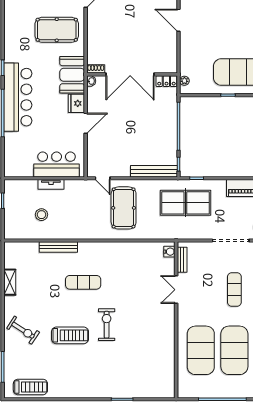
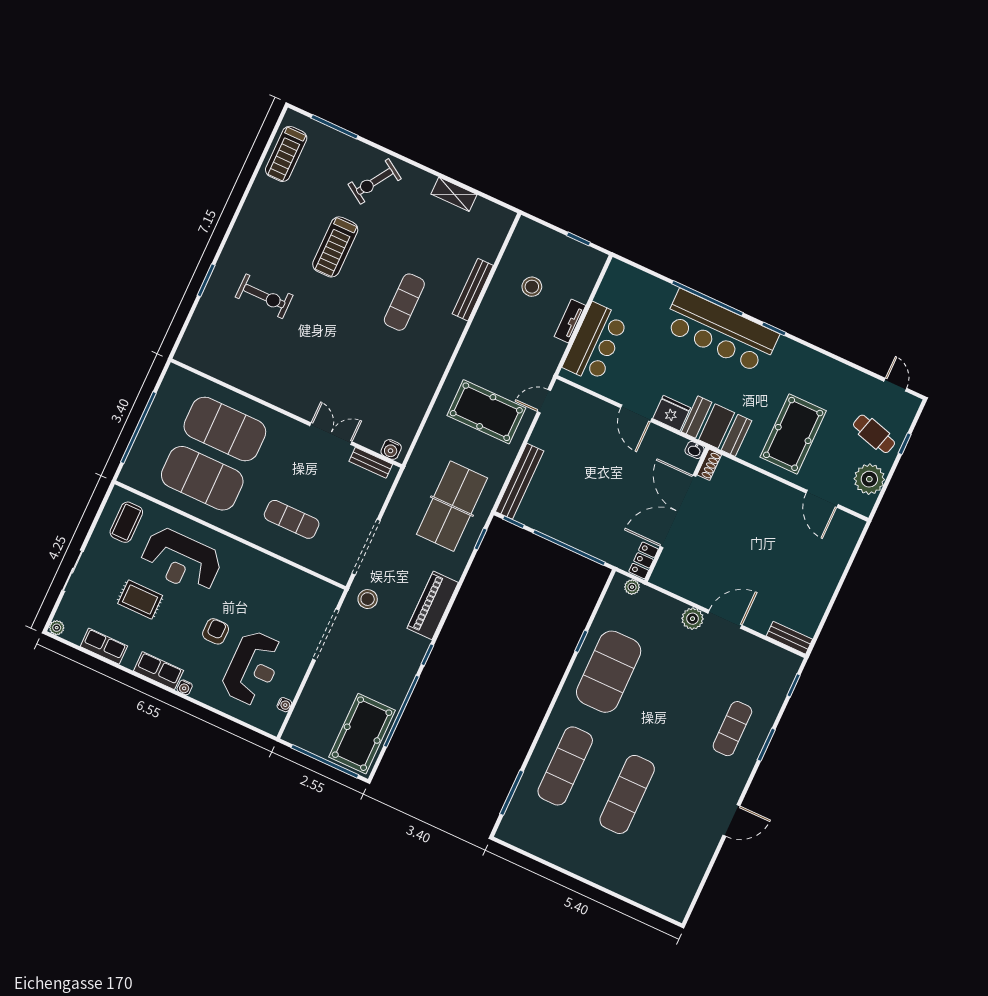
plant: (187, 39) -> (693, 619), added
exercise bike: (107, 325) -> (264, 296), moved

